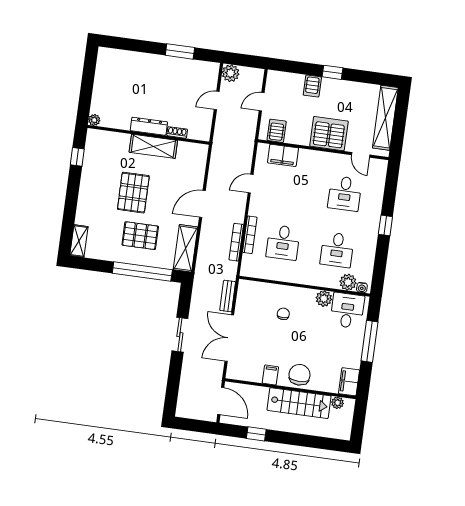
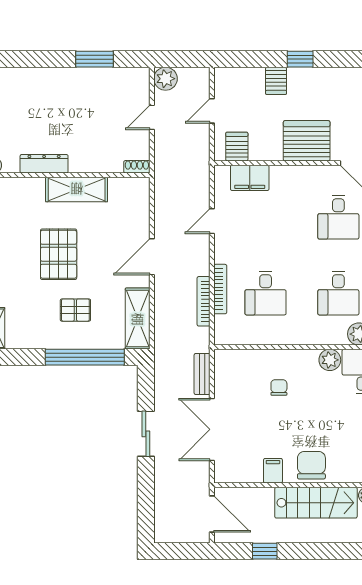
dresser: (149, 126) -> (44, 164), moved
shoe rack: (177, 132) -> (137, 167), moved
pallet: (140, 236) -> (75, 310), width x0.67, depth x0.71

